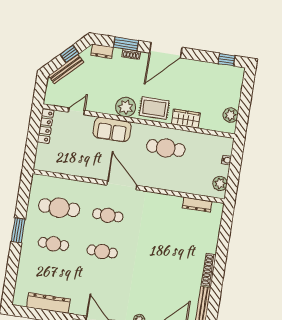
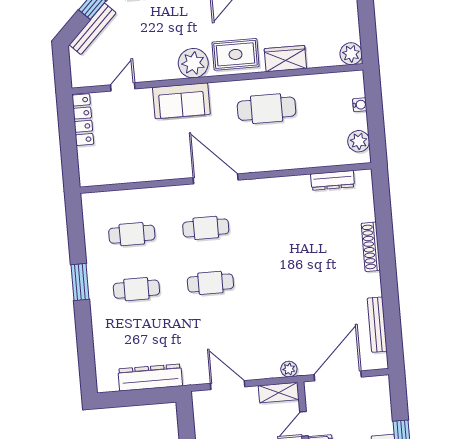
plant: (231, 115) -> (351, 54), moved
cafe table: (59, 208) -> (132, 234), width x0.73, depth x0.74
shoe rack: (209, 270) -> (371, 247), moved

